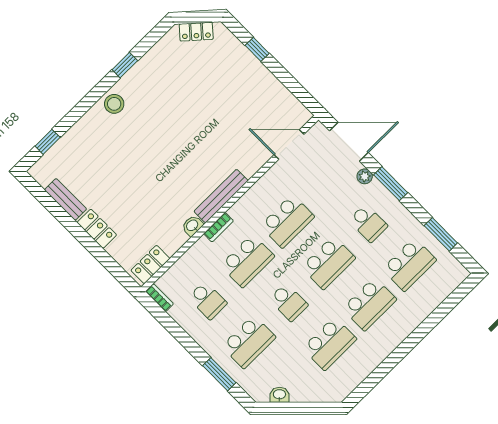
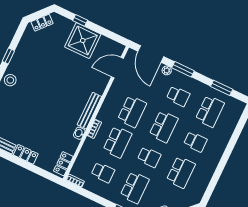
shower: (250, 82) -> (83, 41), added
door: (349, 142) -> (151, 54), swing flipped
school desk: (369, 304) -> (195, 142), width x0.54

